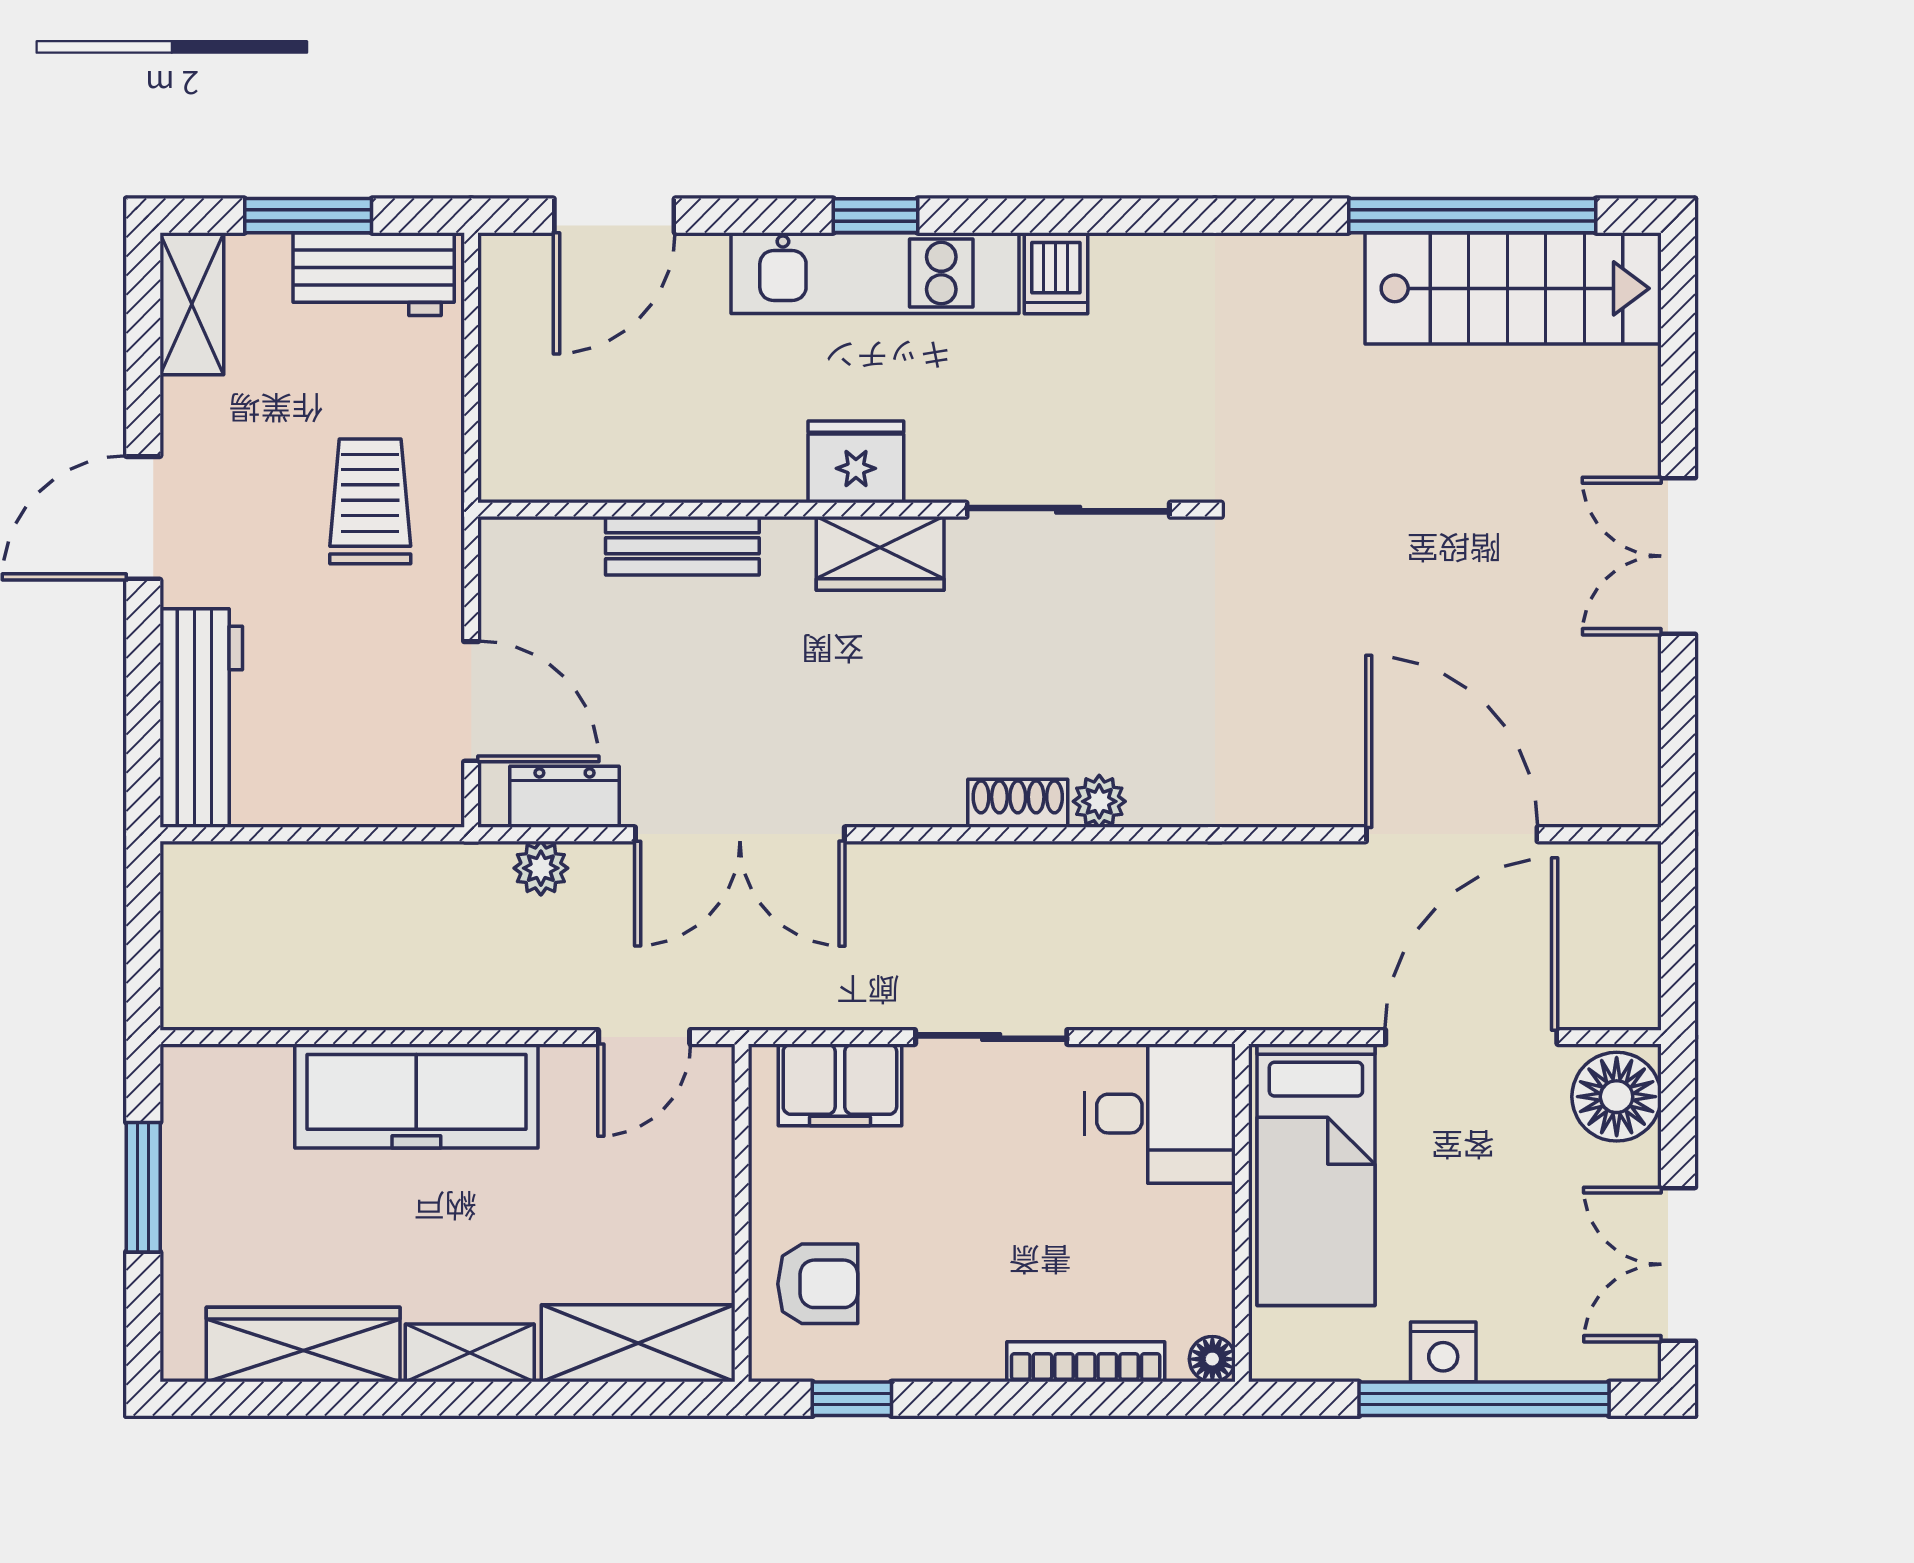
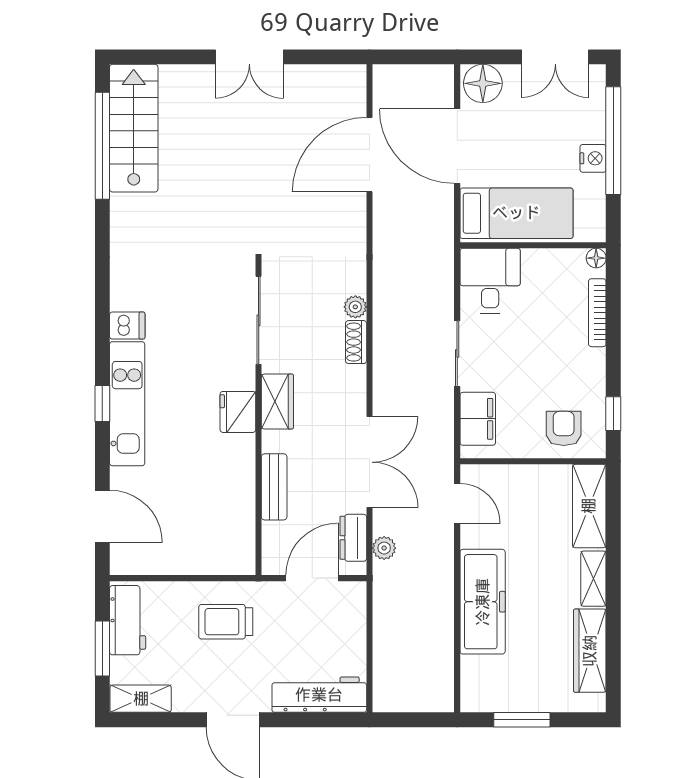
fridge: (856, 462) -> (238, 412), moved
wall: (843, 510) -> (259, 418), moved
sliding door: (1068, 510) -> (259, 320), moved
bench: (682, 546) -> (274, 487), moved
wardrobe: (880, 553) -> (277, 402), moved

